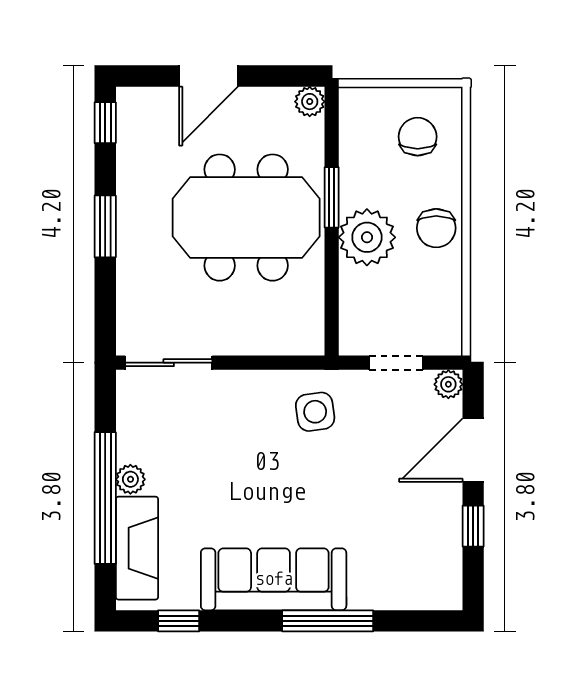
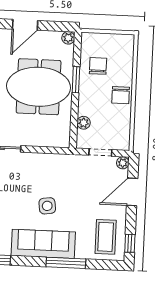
chair: (418, 137) -> (98, 66), moved
plant: (367, 237) -> (84, 123), moved, width x0.53, depth x0.53
side table: (315, 412) -> (47, 206), moved
window: (473, 526) -> (130, 243), moved
coffee table: (417, 557) -> (106, 237), added

